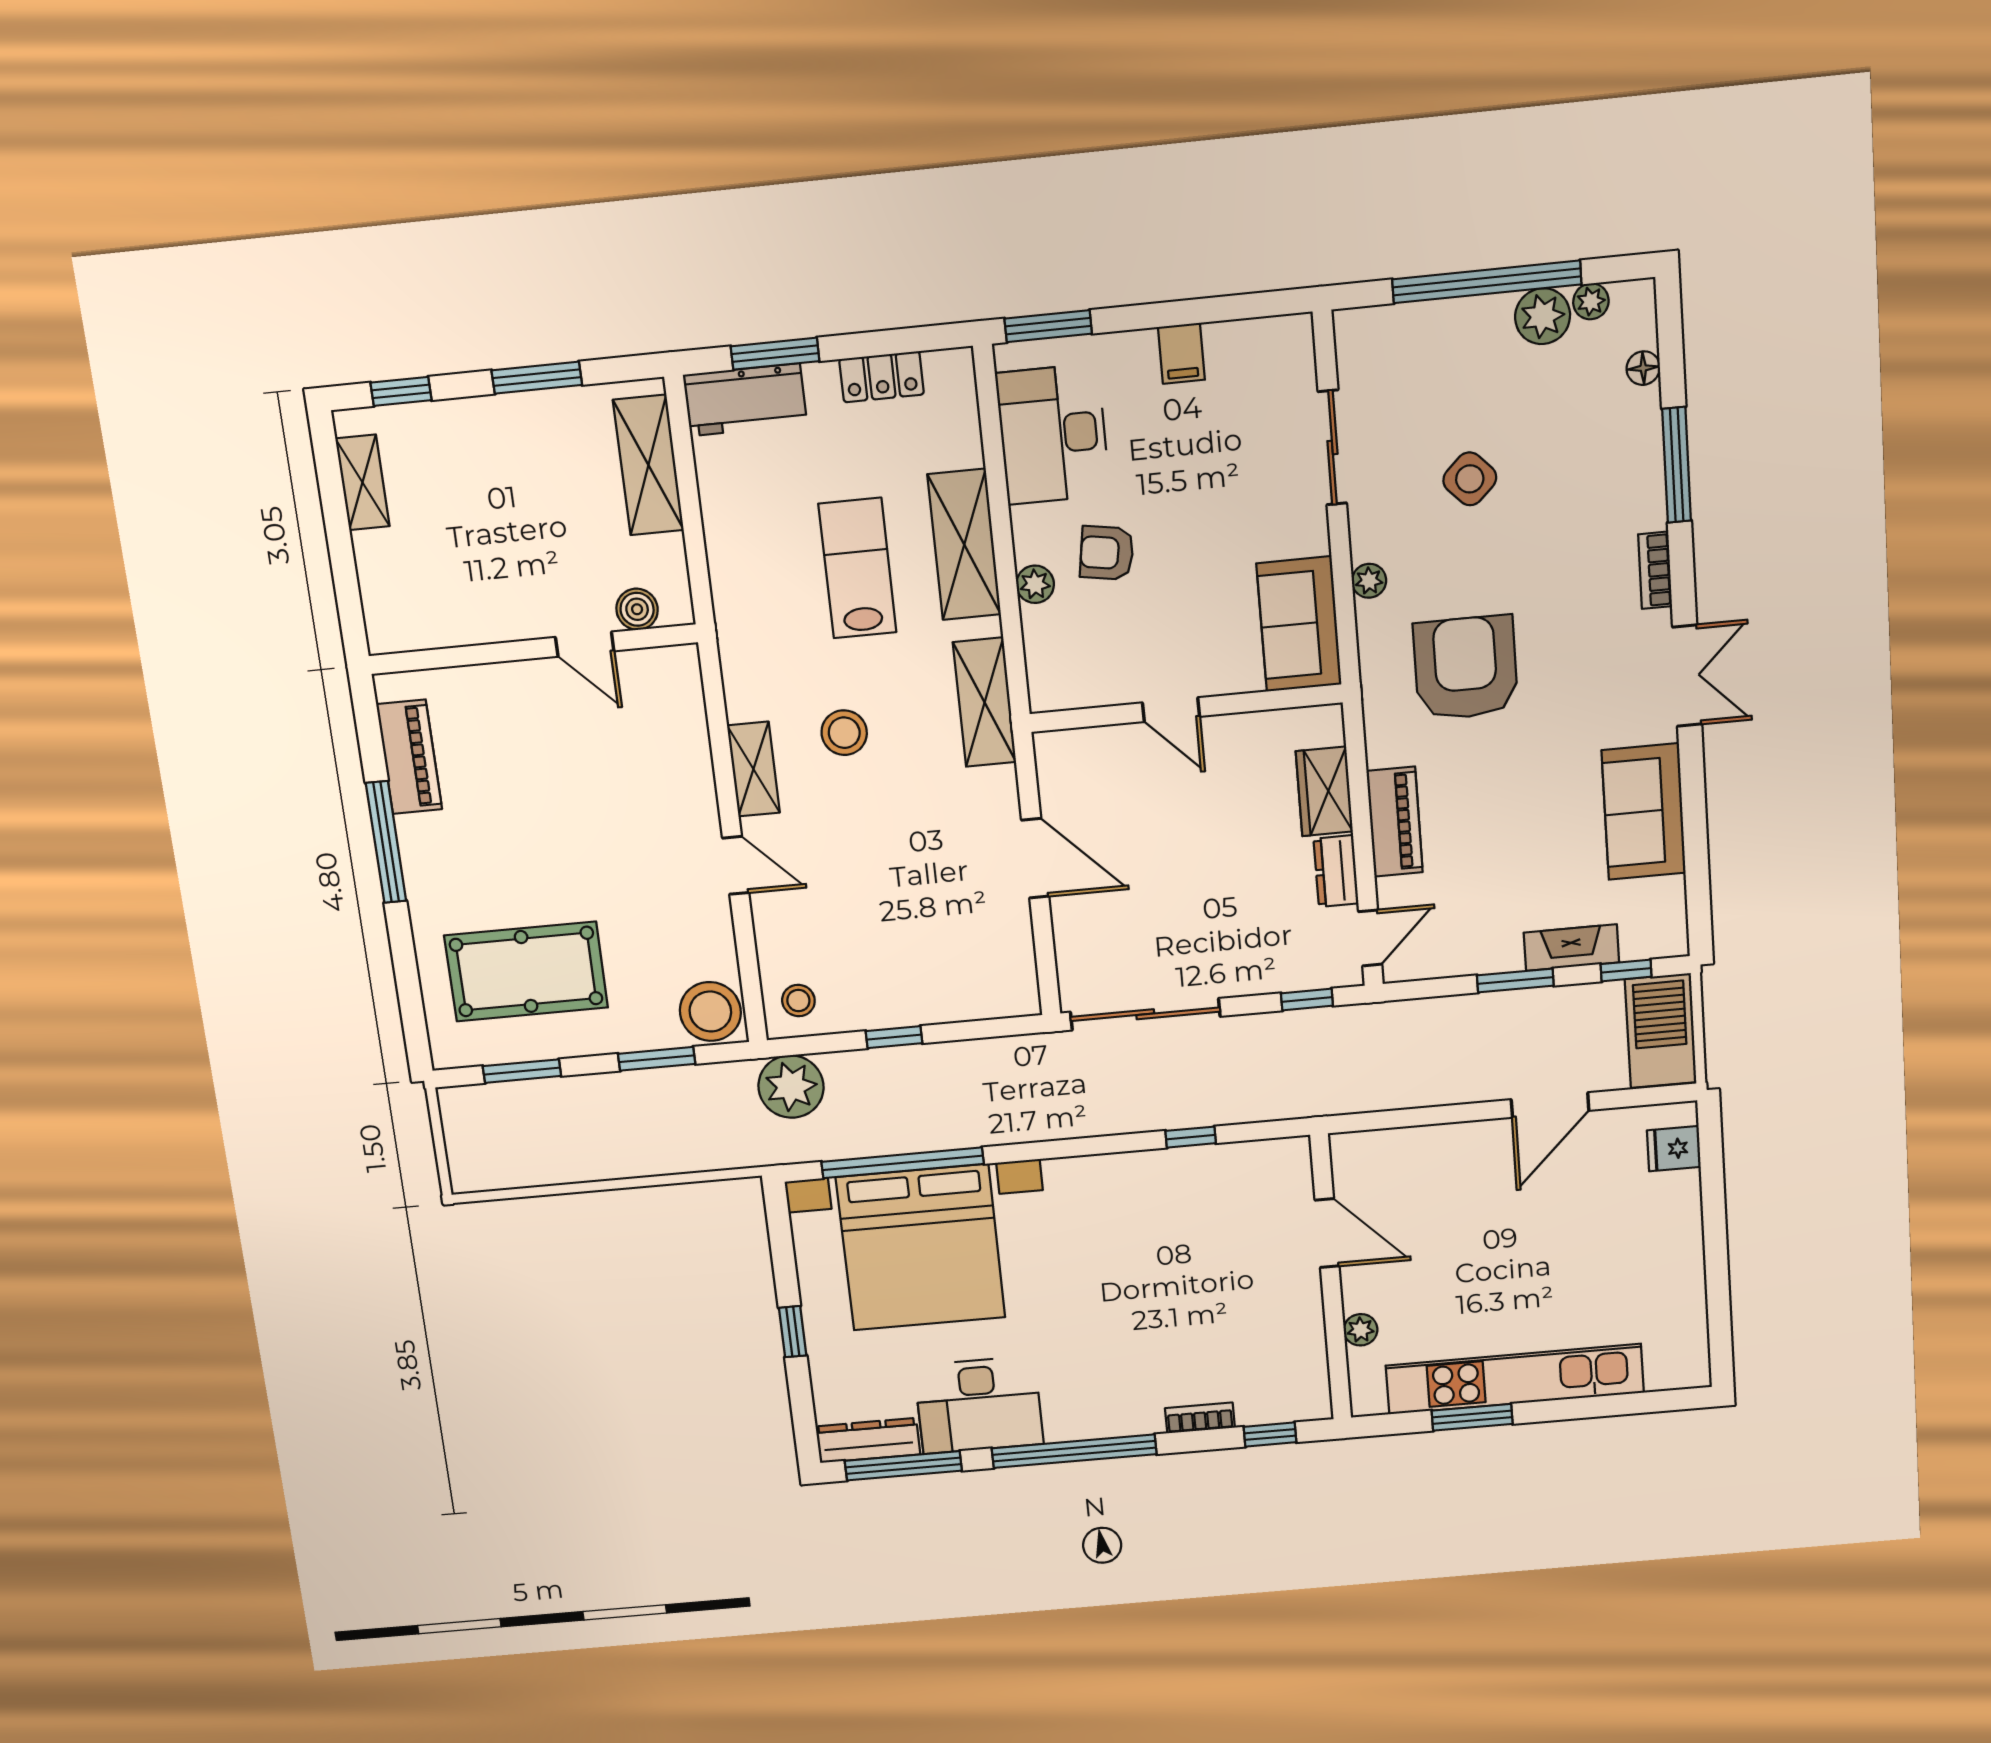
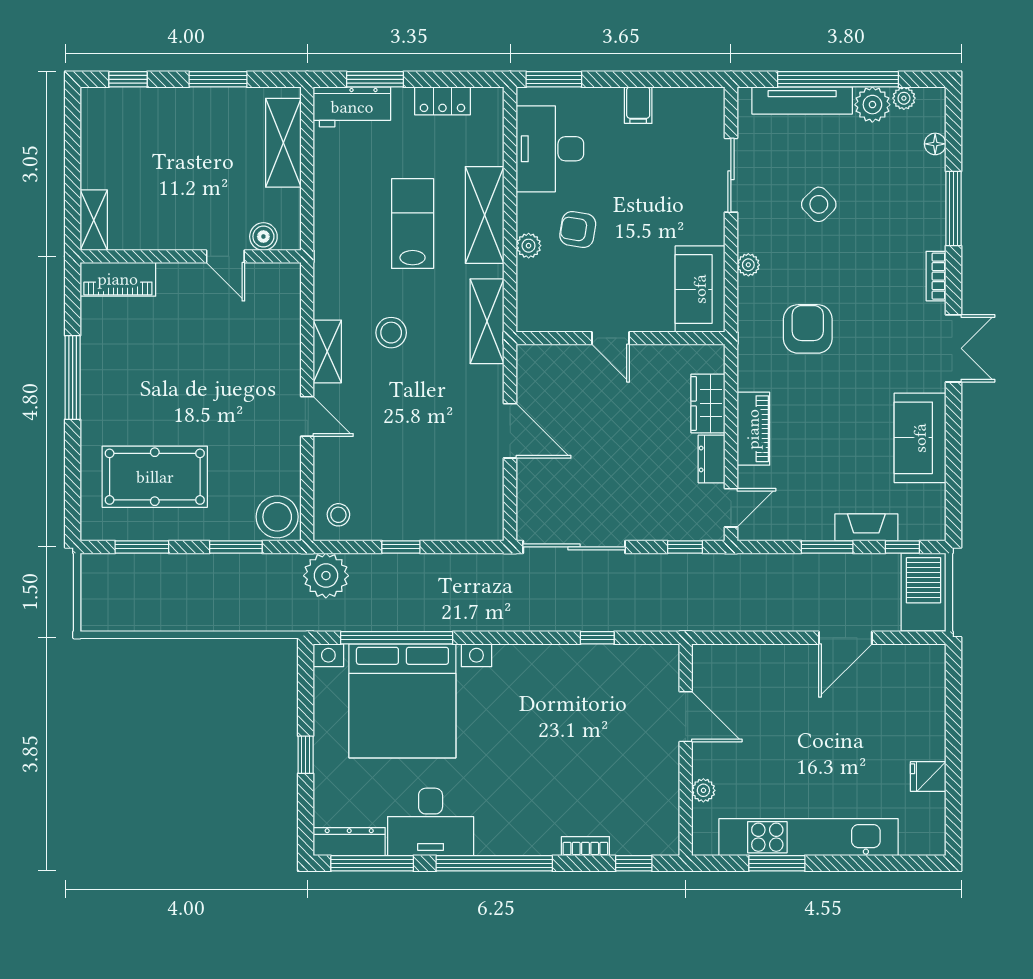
tv unit: (1433, 321) -> (802, 100), added
shelving: (362, 482) -> (94, 220), moved
armchair: (1466, 668) -> (808, 329), width x0.73, depth x0.73
piano: (409, 757) -> (118, 279), moved, turned 90
fridge: (1674, 1149) -> (928, 776), moved

